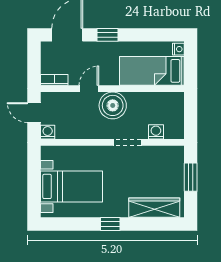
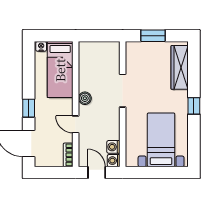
boiler: (113, 105) -> (85, 98), width x0.54, depth x0.54
door: (34, 113) -> (97, 172), swing flipped
washing machine: (156, 132) -> (113, 147), moved
doorway: (128, 142) -> (123, 91), width x1.38

